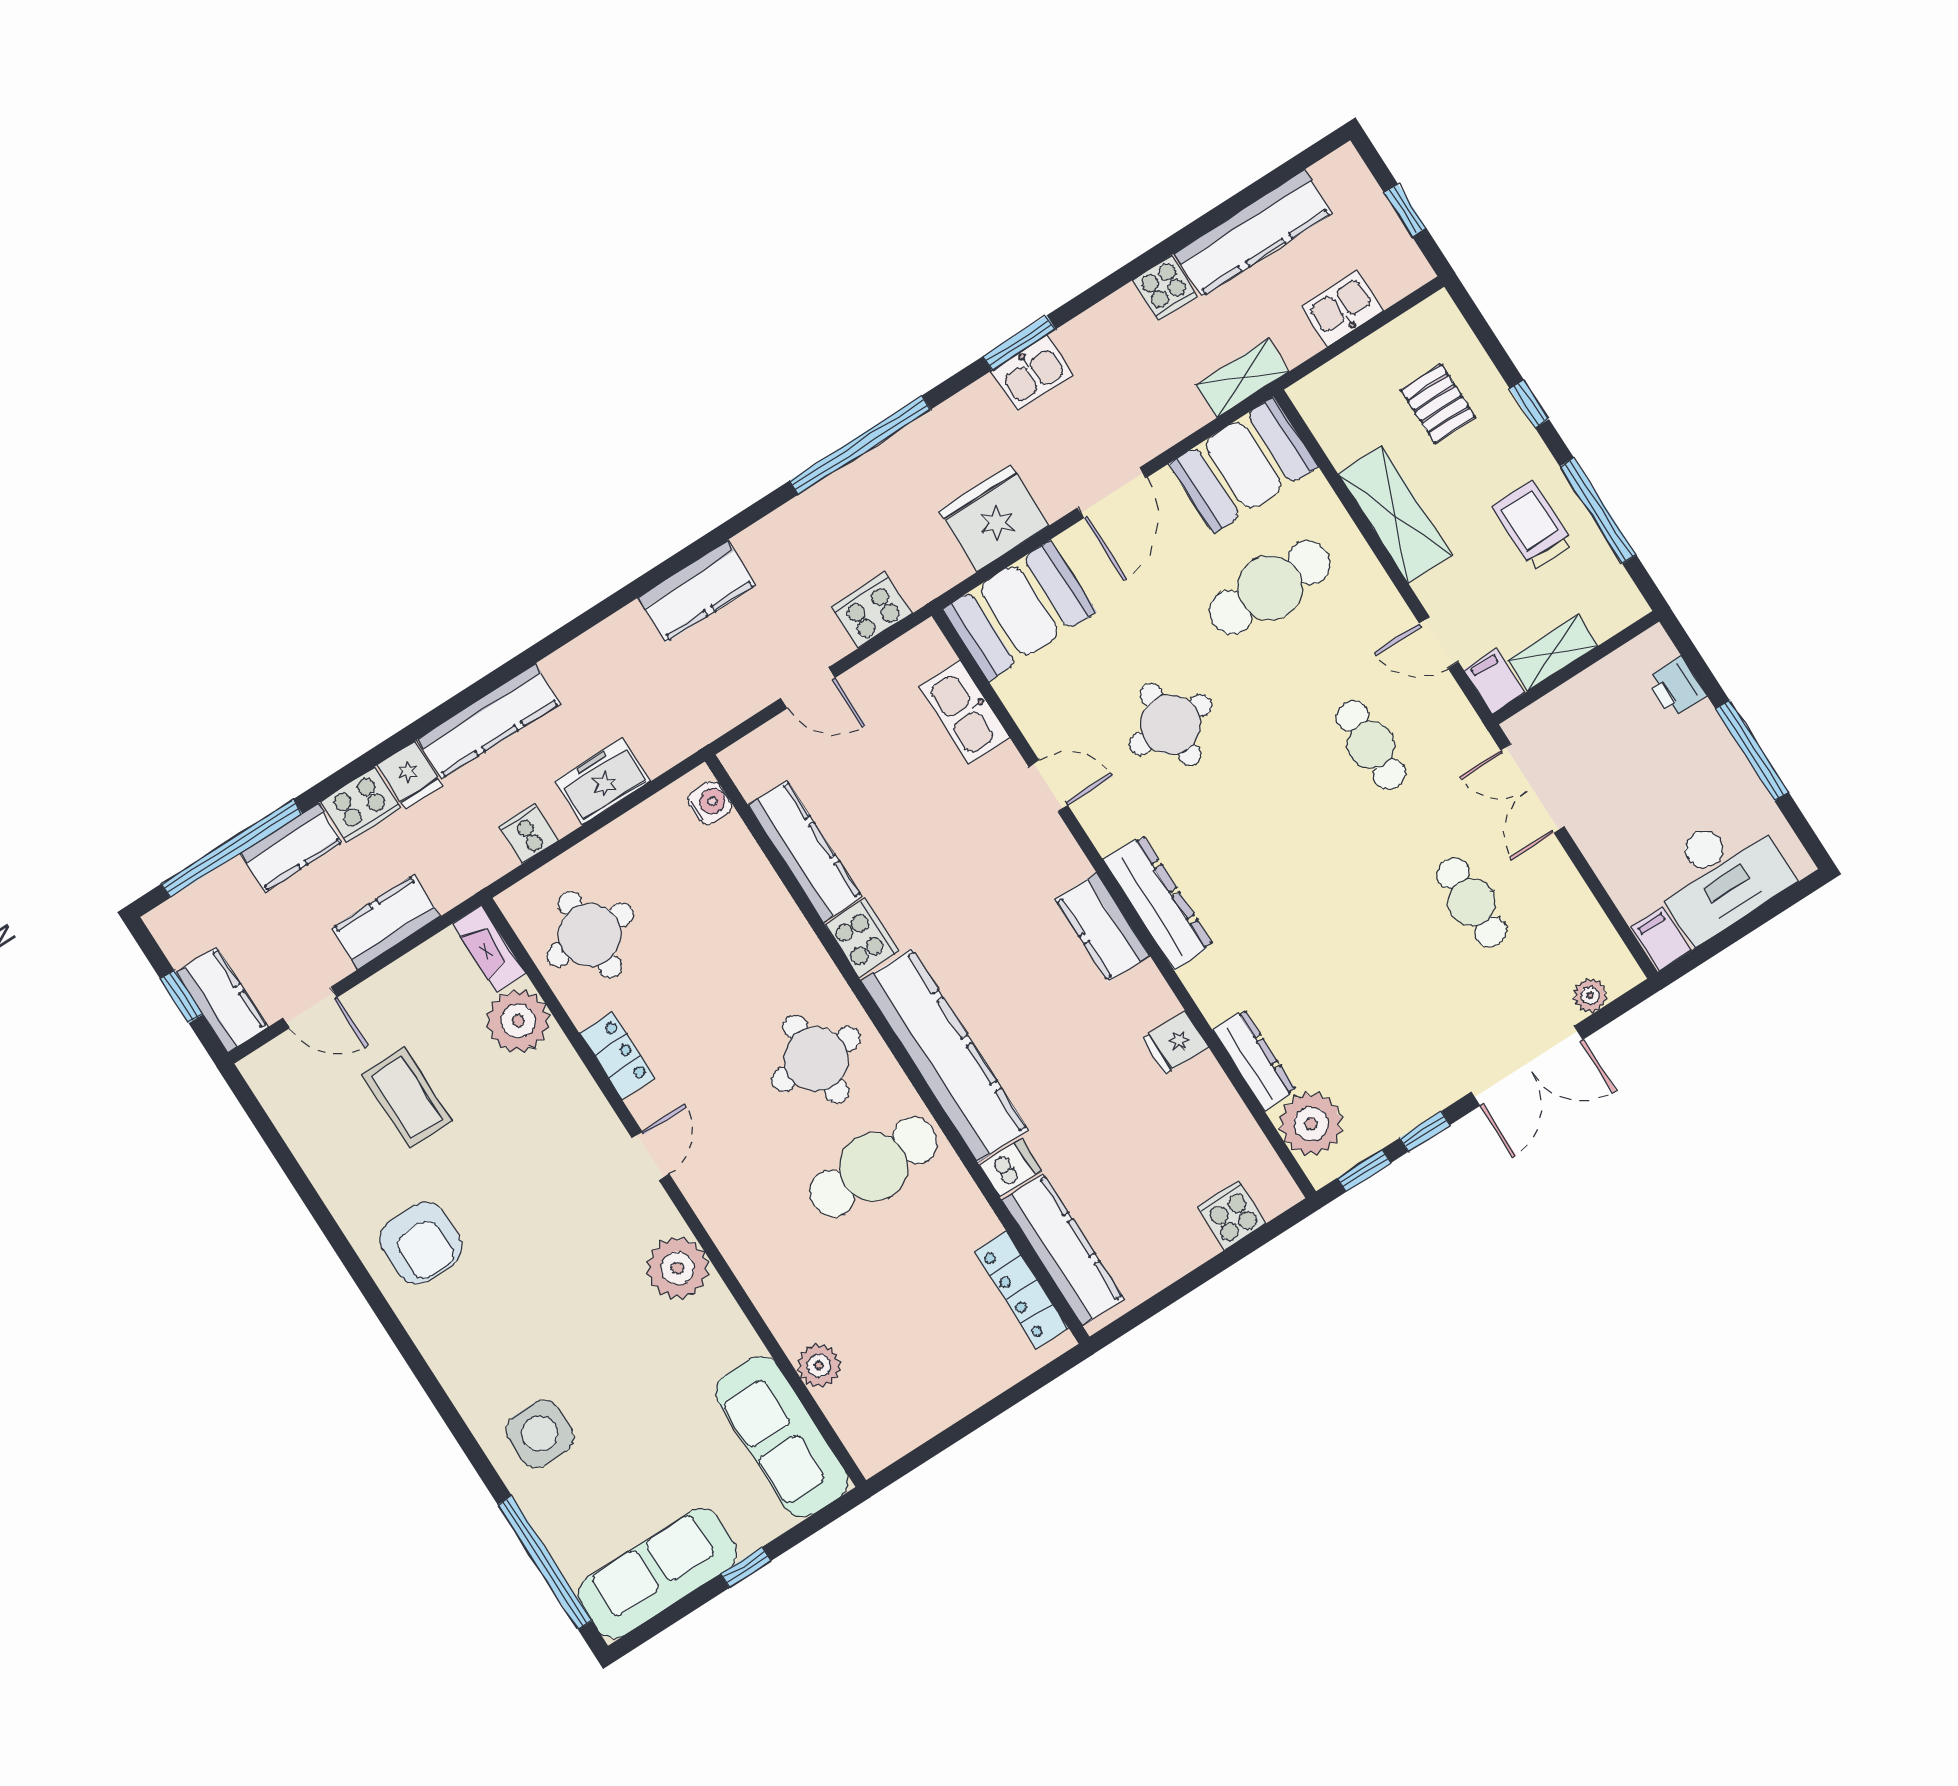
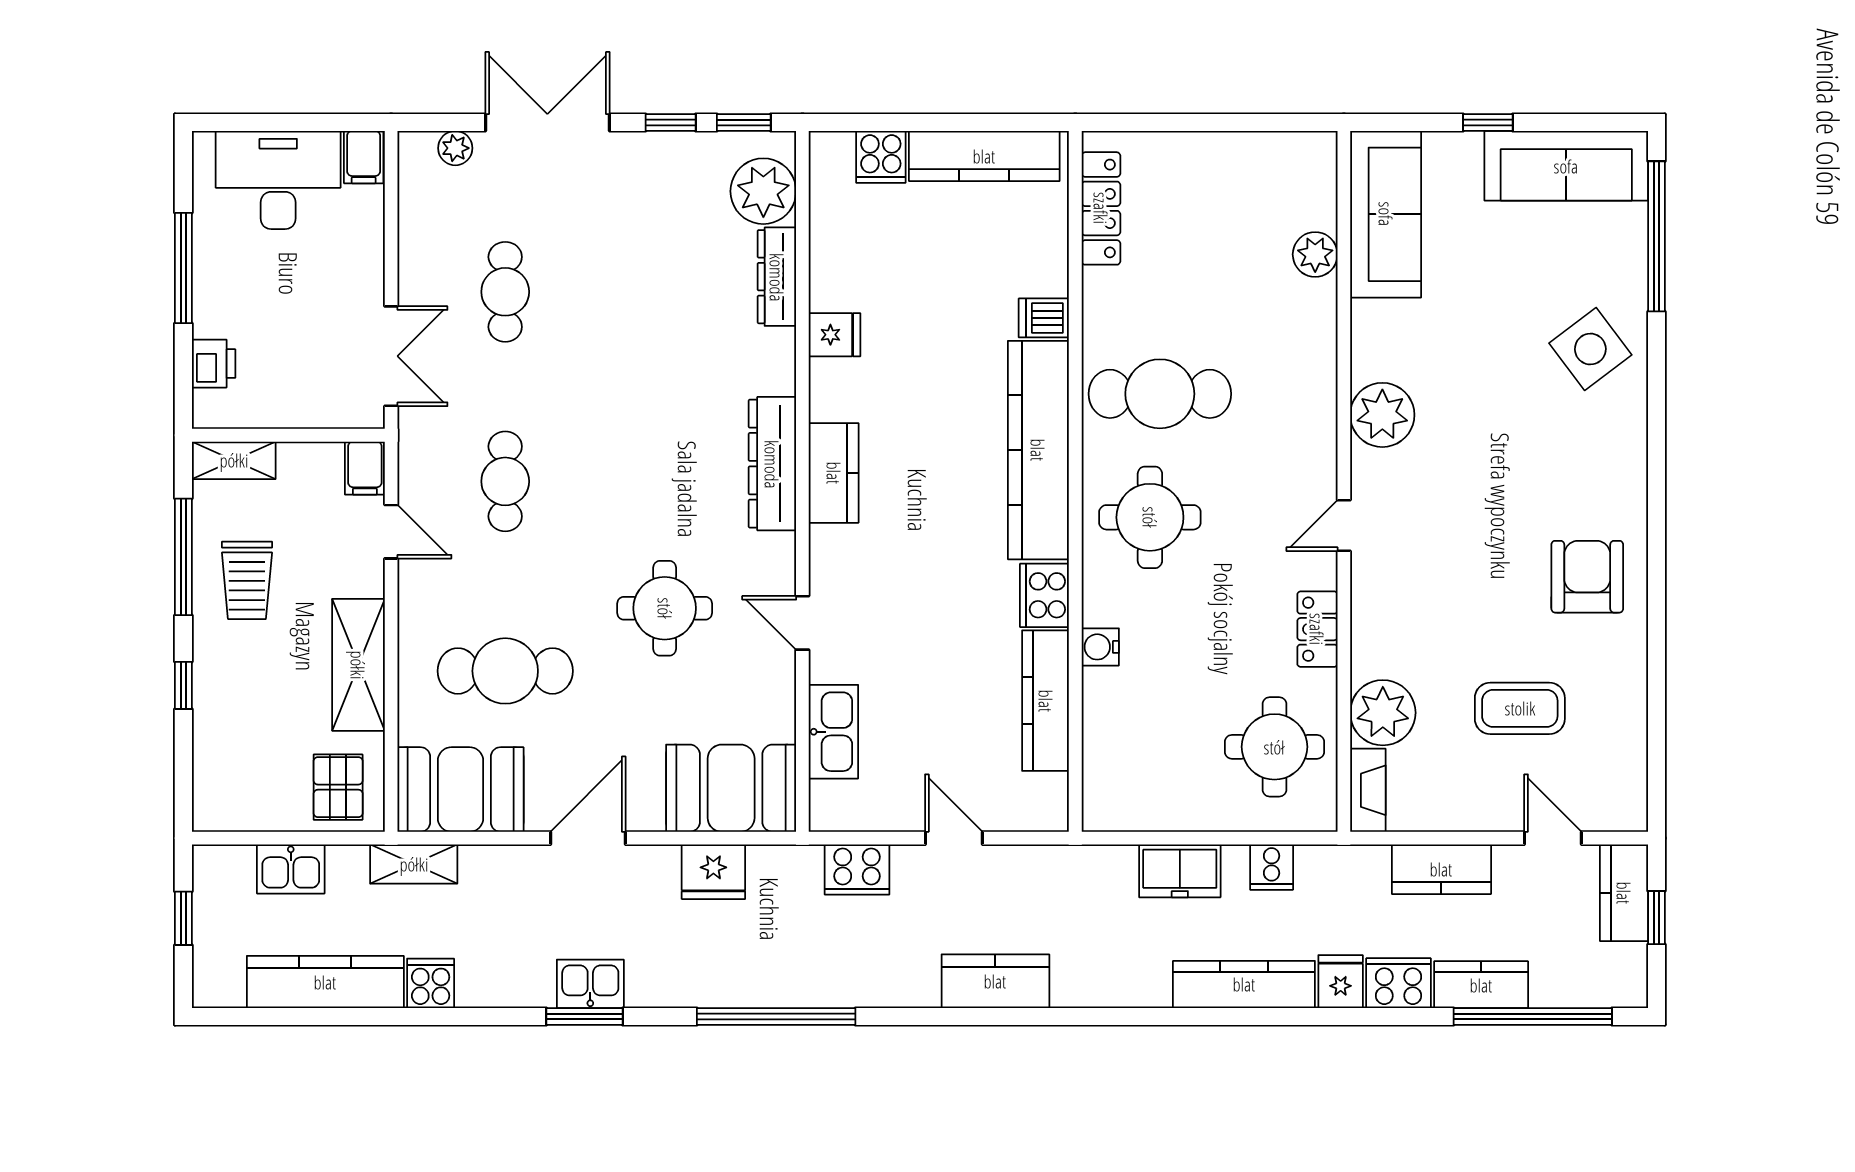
pallet: (1438, 404) -> (338, 787), moved
fridge: (994, 518) -> (713, 872), width x0.73, depth x0.75
shelving: (1553, 653) -> (234, 460), moved
water cooler: (710, 803) -> (1100, 647), moved
coffee table: (407, 1098) -> (1520, 708), turned 90
kitchen counter: (1063, 1250) -> (984, 156), moved, turned -90
side table: (540, 1434) -> (1590, 349), turned -37

